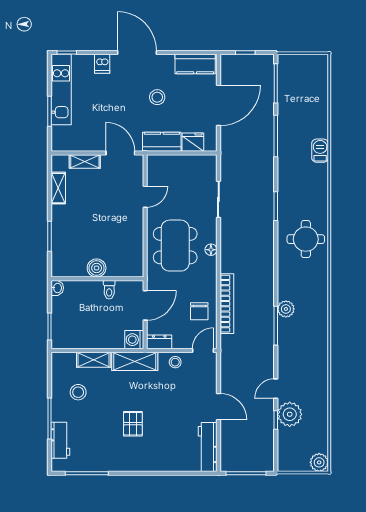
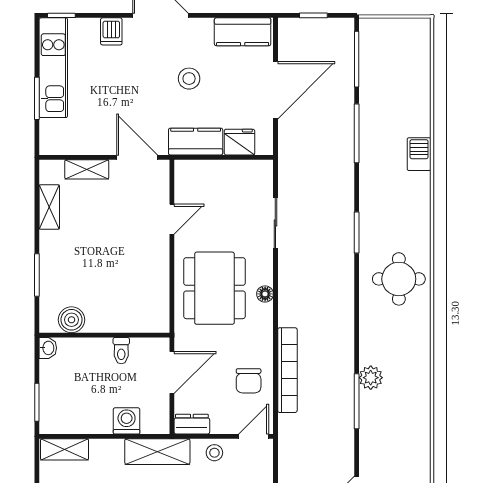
boiler: (97, 268) -> (72, 320), moved
washing machine: (134, 340) -> (127, 421), moved, turned 90
shelving: (94, 360) -> (64, 449), moved

